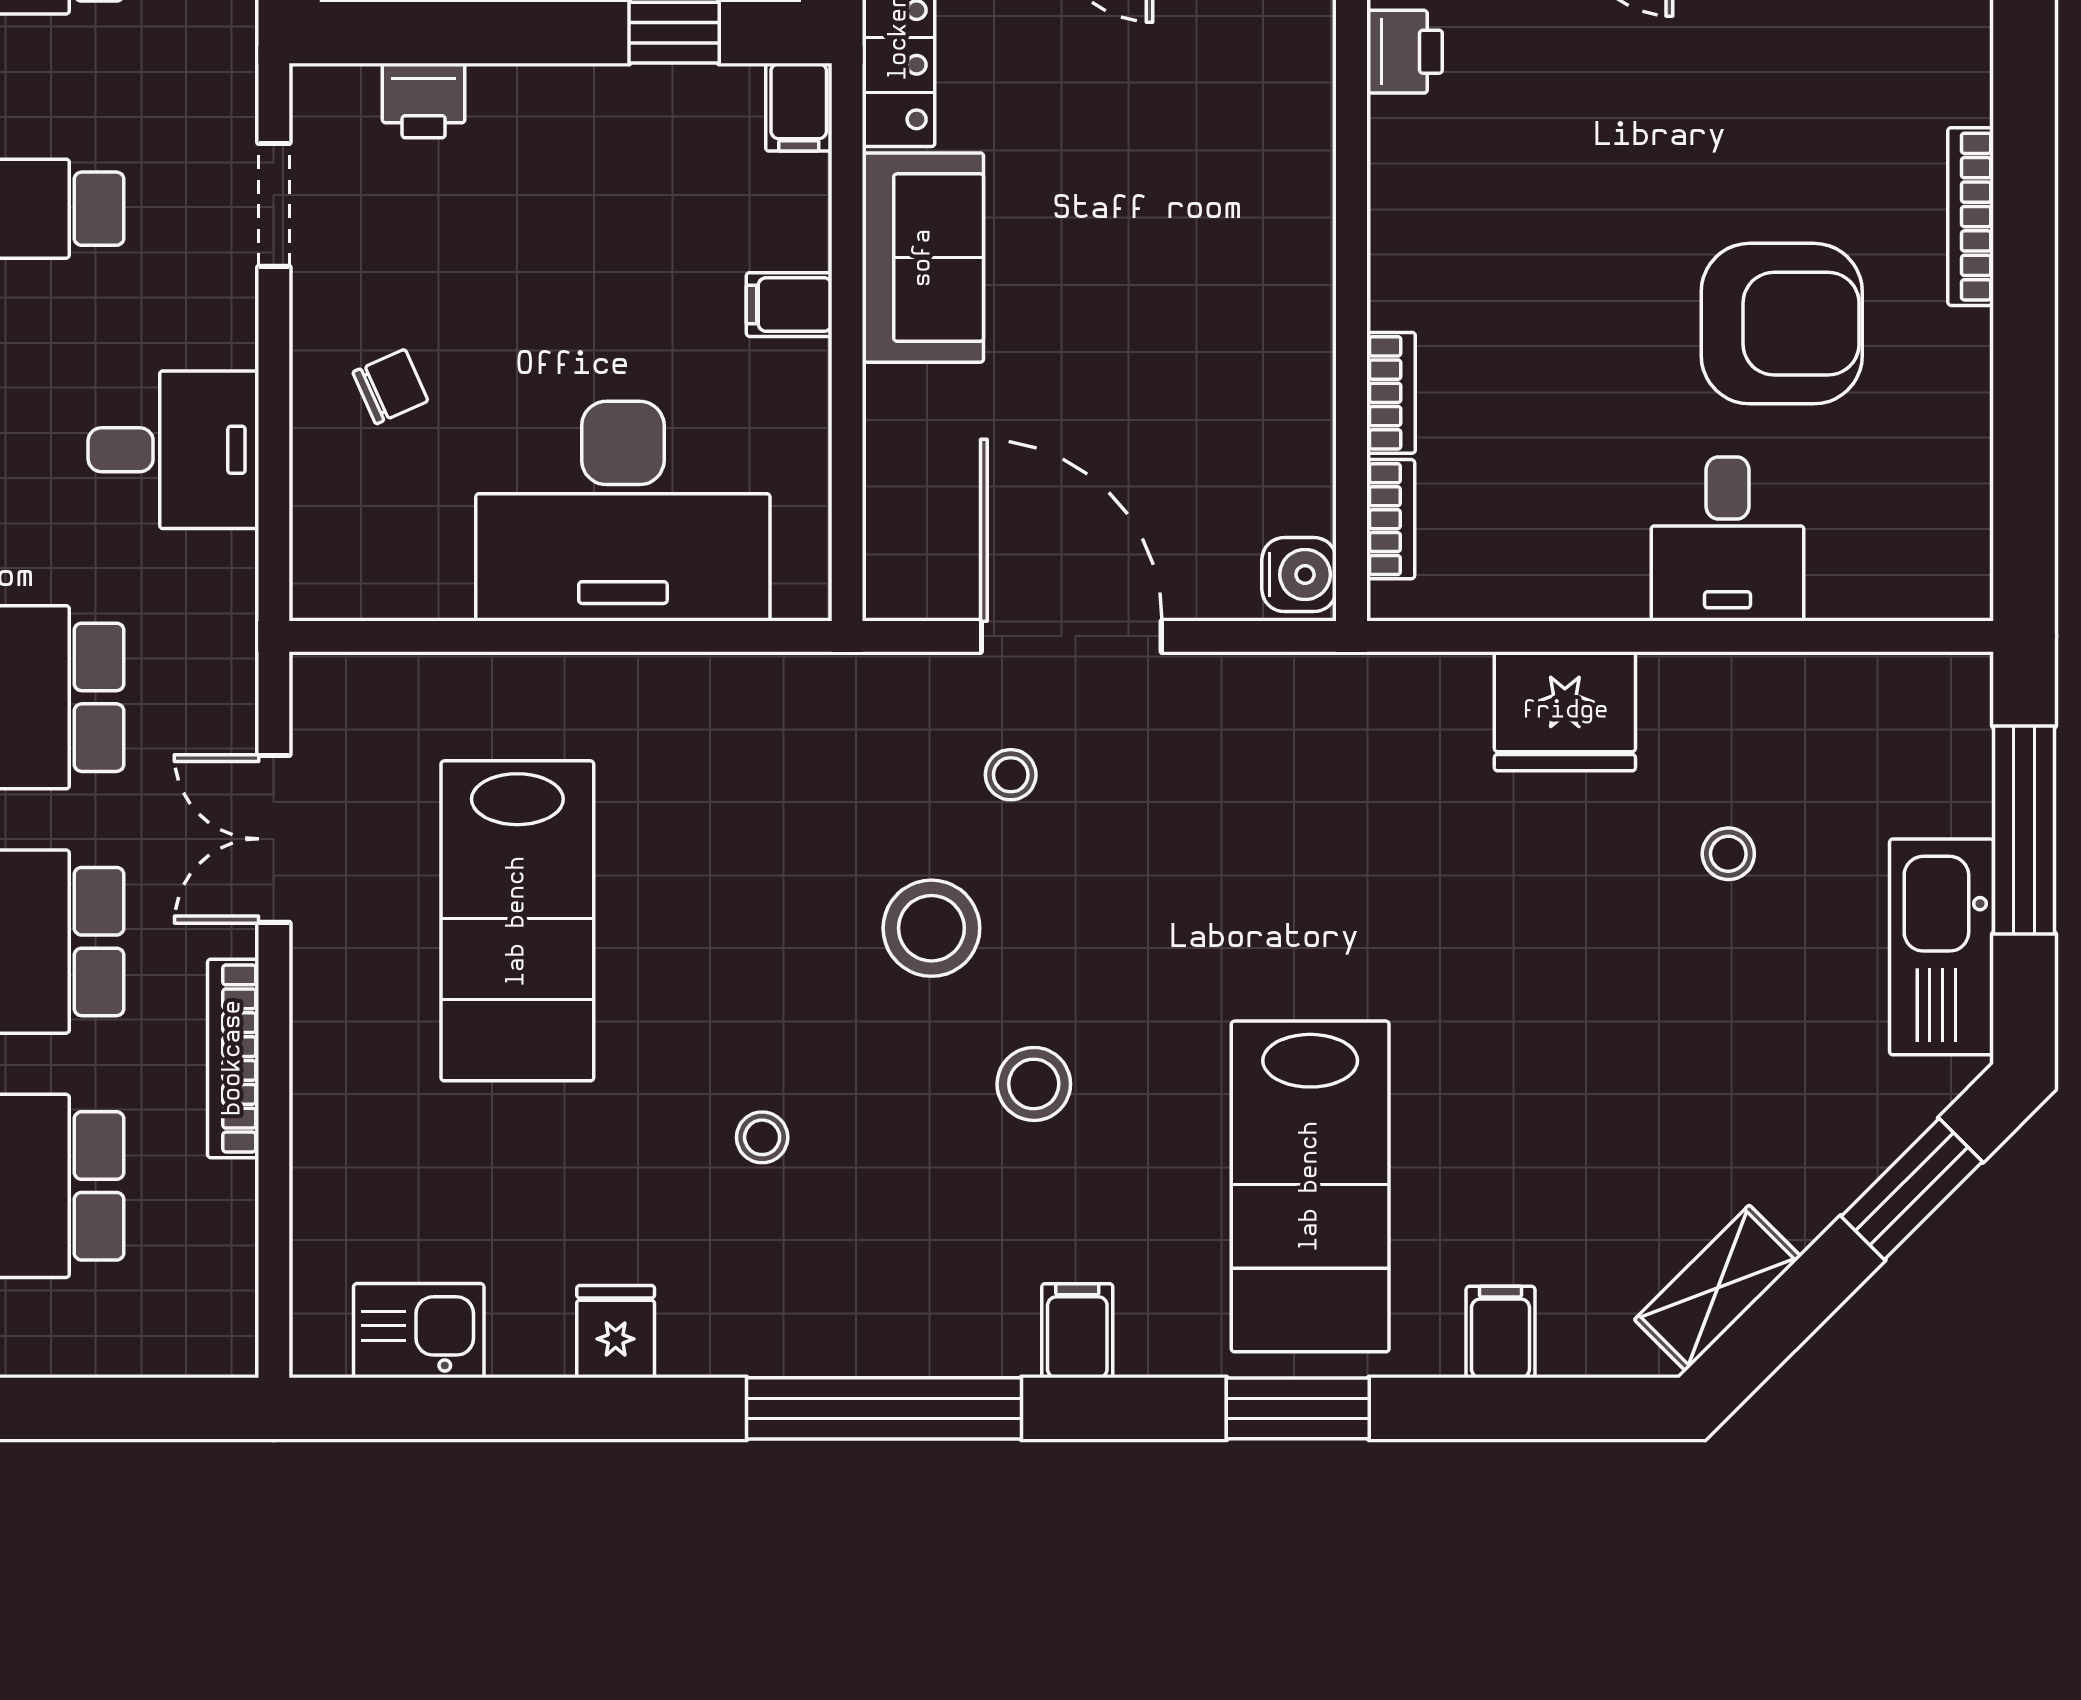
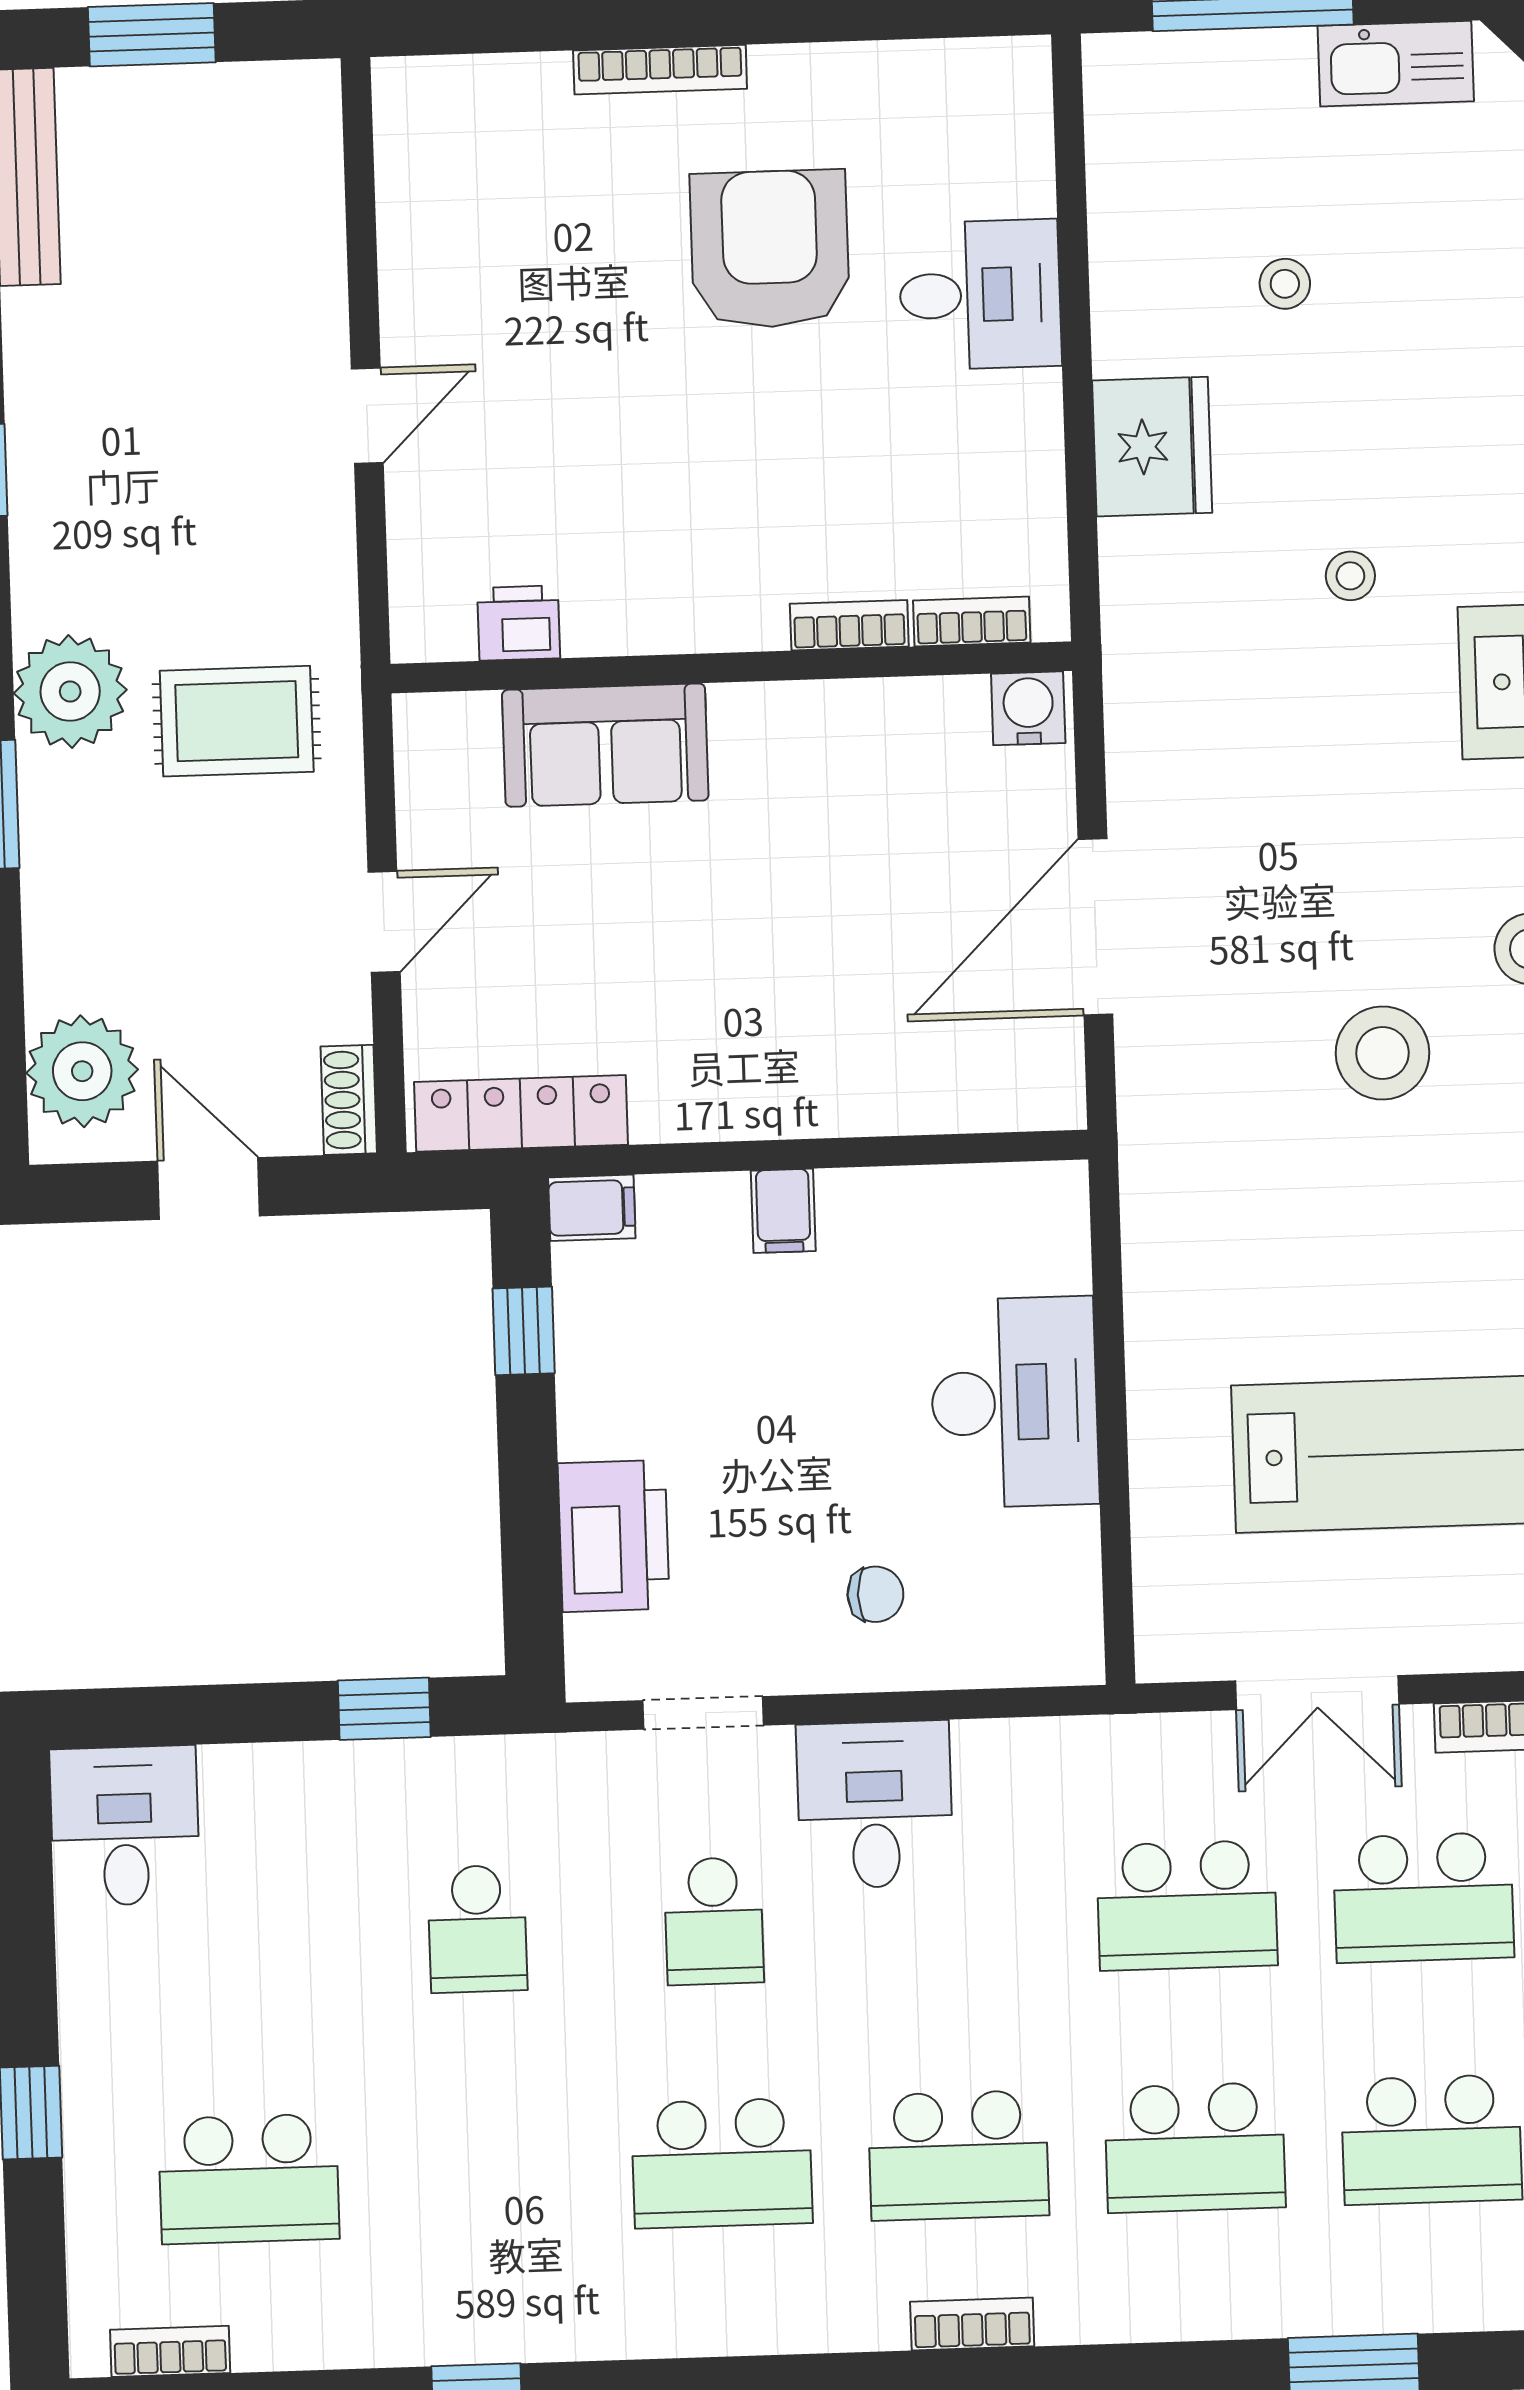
printer: (424, 101) -> (614, 1536), width x1.87, depth x1.48
sofa: (923, 258) -> (605, 745), moved, turned 180
chair: (390, 387) -> (875, 1594), turned 114
desk: (173, 450) -> (875, 1805), moved
desk: (623, 511) -> (1014, 1402), width x0.73, depth x0.77
stool: (1011, 775) -> (1350, 576), moved
kitchen sink: (1942, 947) -> (1396, 64), width x0.73, depth x0.81

